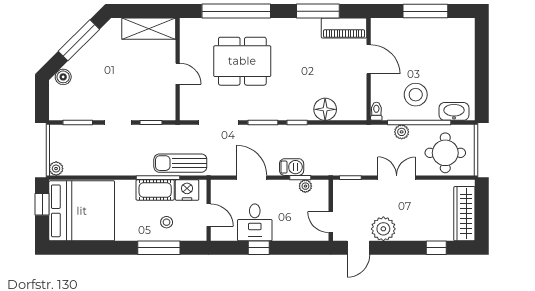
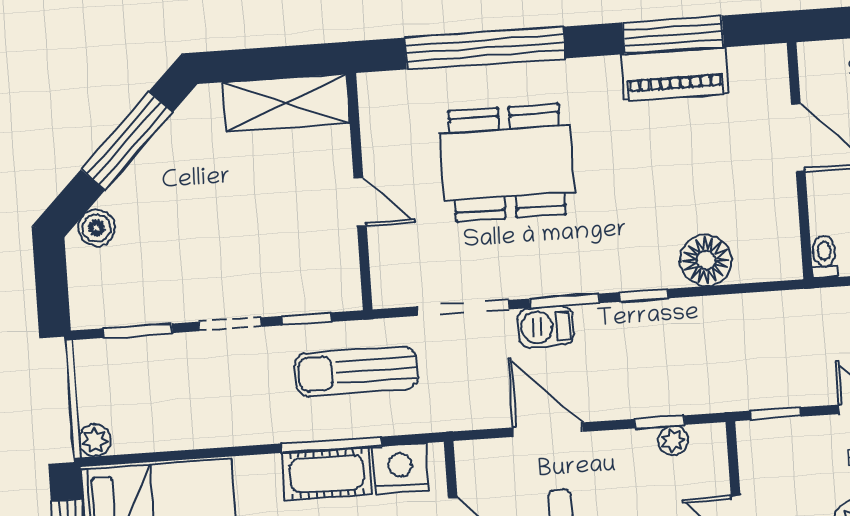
piano: (344, 28) -> (675, 74), moved
sun lounger: (180, 163) -> (356, 371), moved
barbecue: (292, 167) -> (546, 327), moved, turned 180

